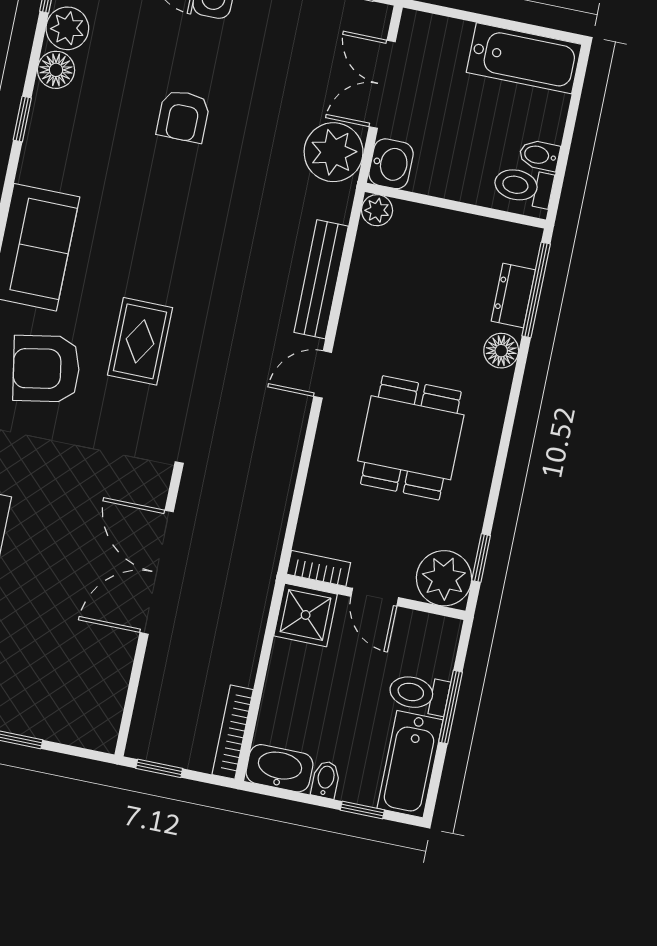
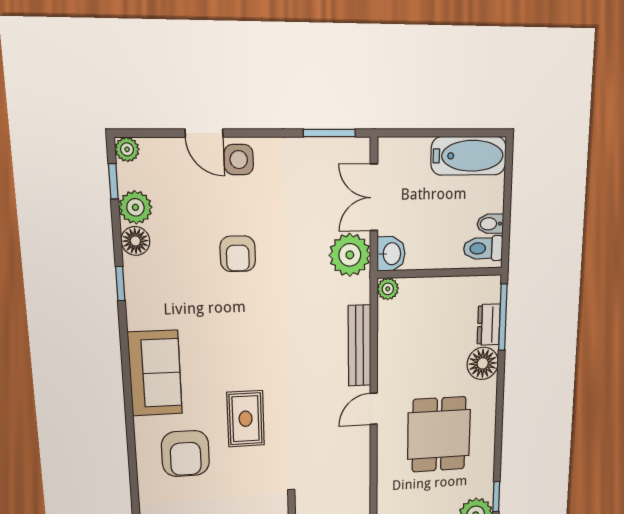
floor lamp: (501, 351) -> (483, 363), width x1.38, depth x1.38
armchair: (46, 369) -> (185, 454), turned -80

